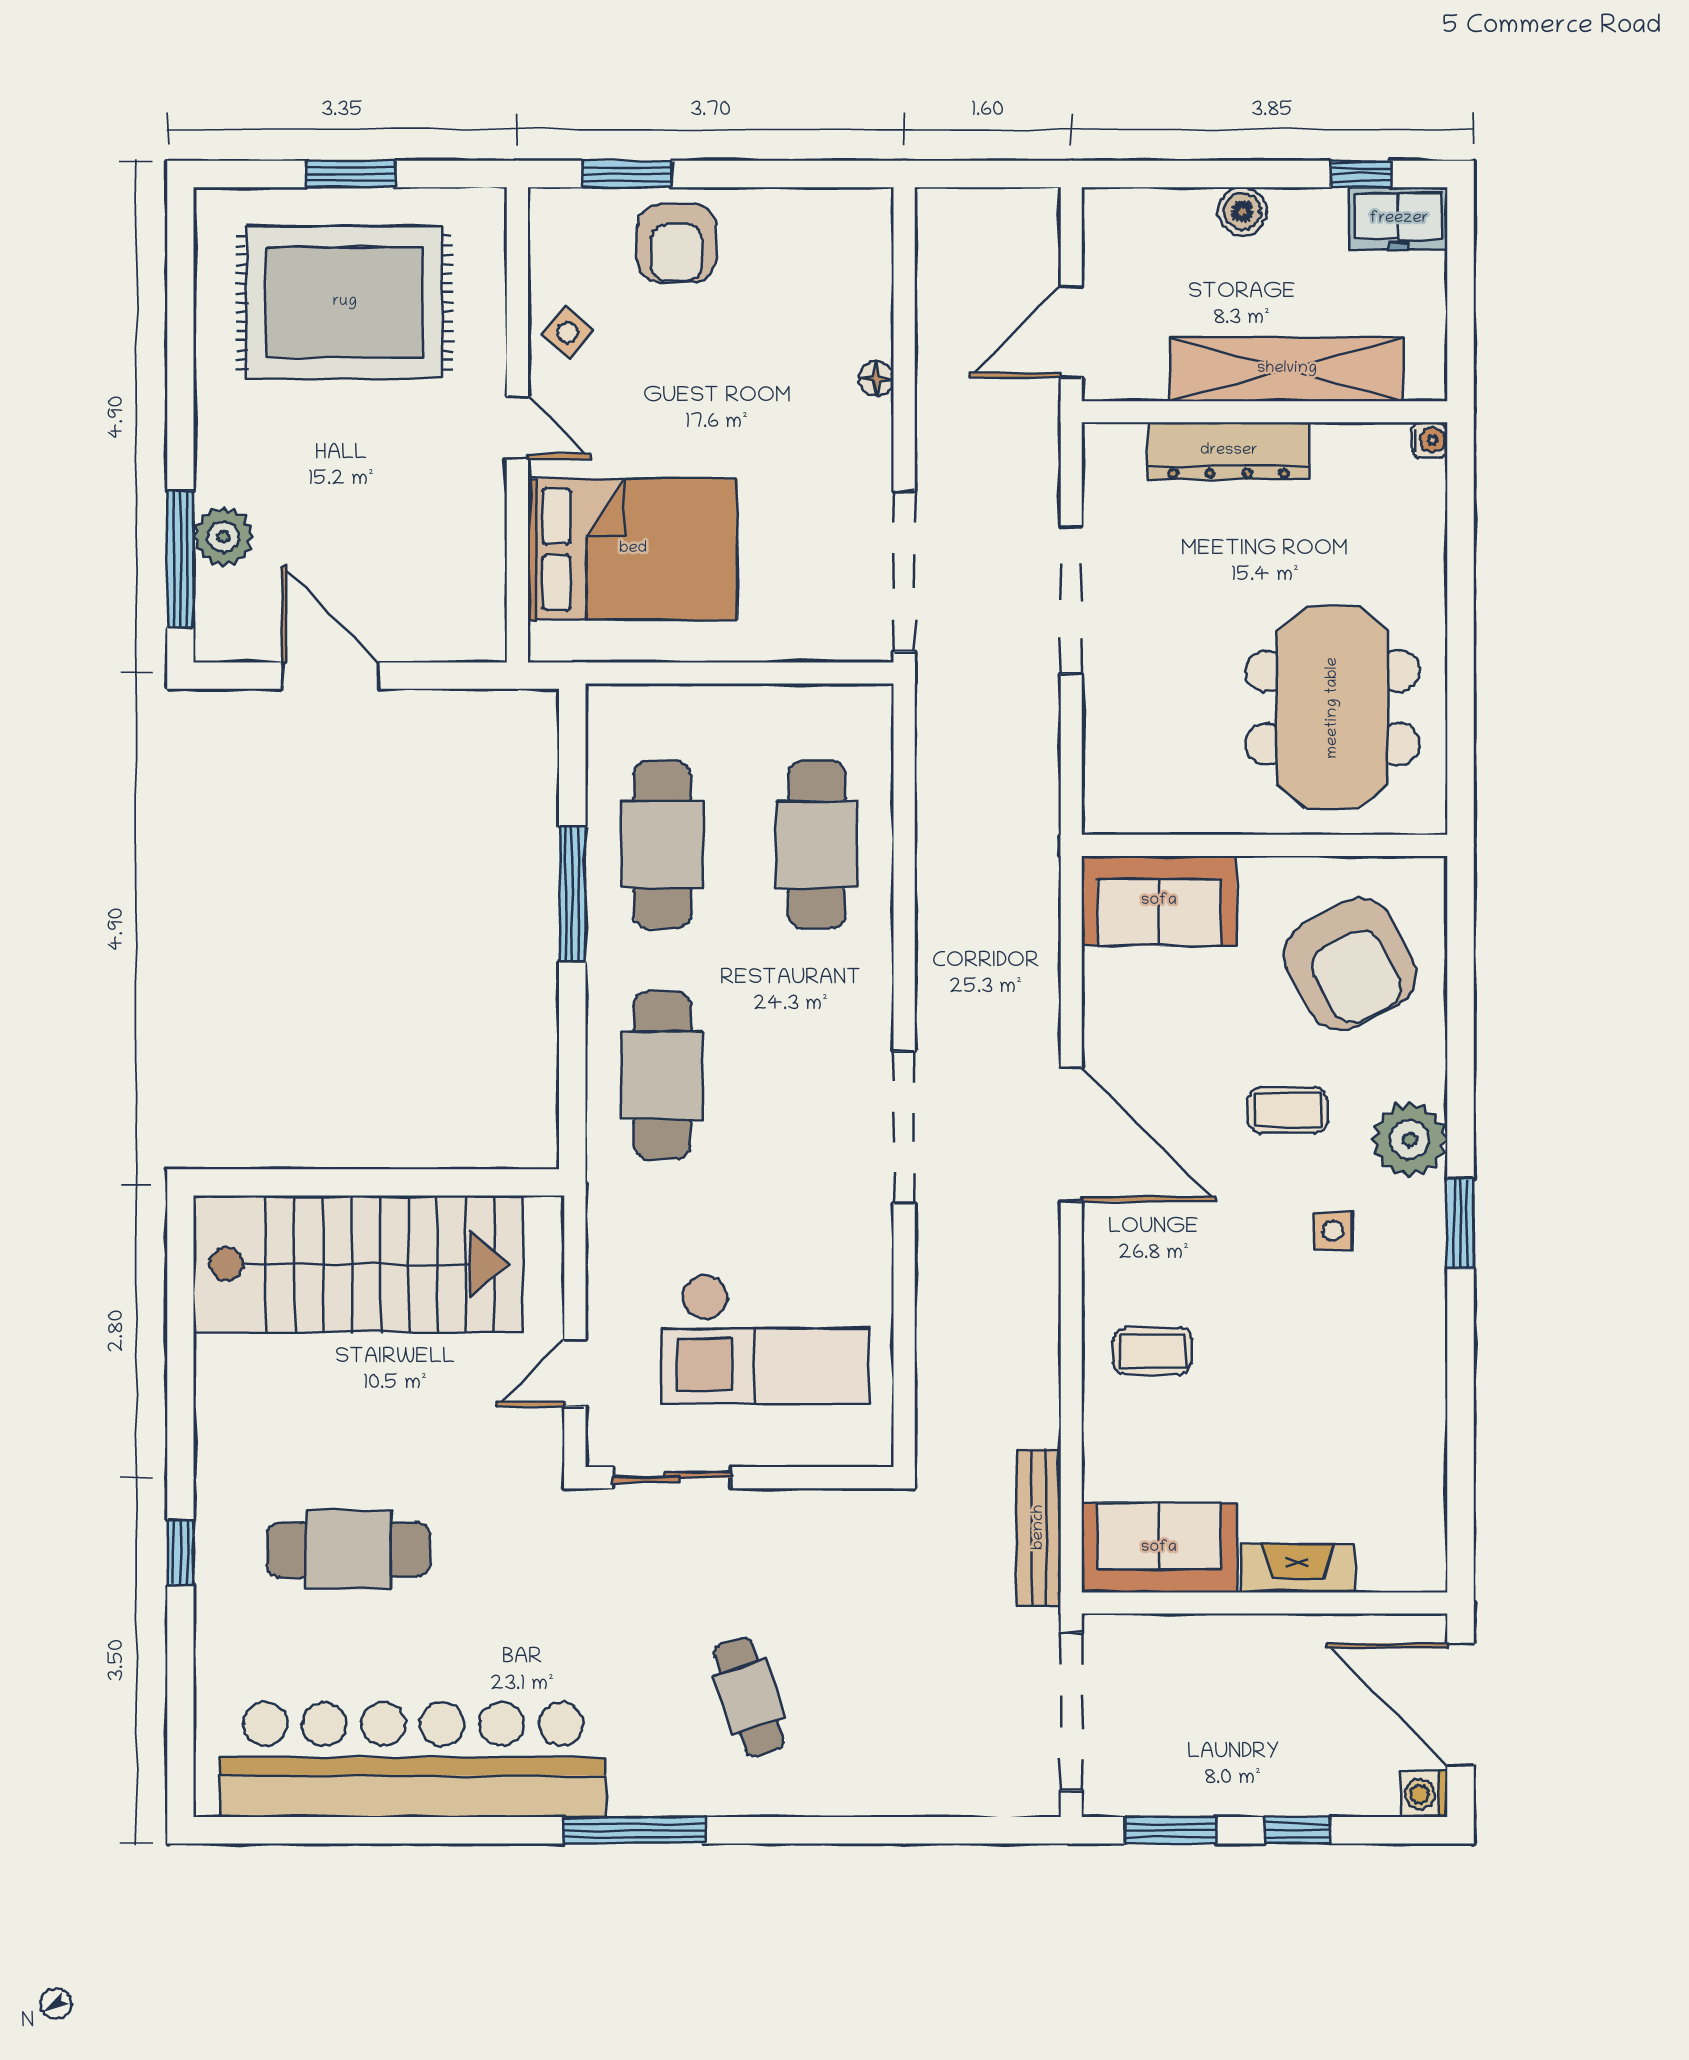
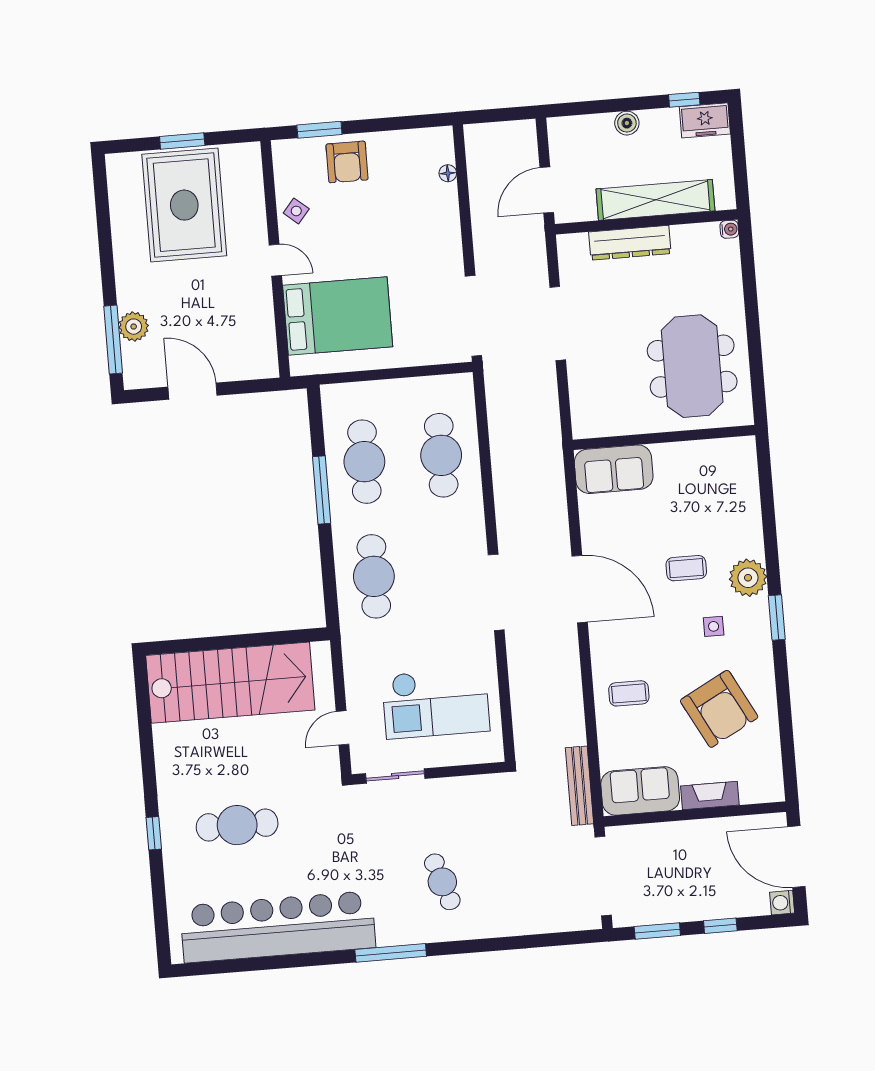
rug: (345, 302) -> (184, 205), turned 90
floor lamp: (876, 379) -> (448, 173), moved
armchair: (1350, 965) -> (719, 709), moved

